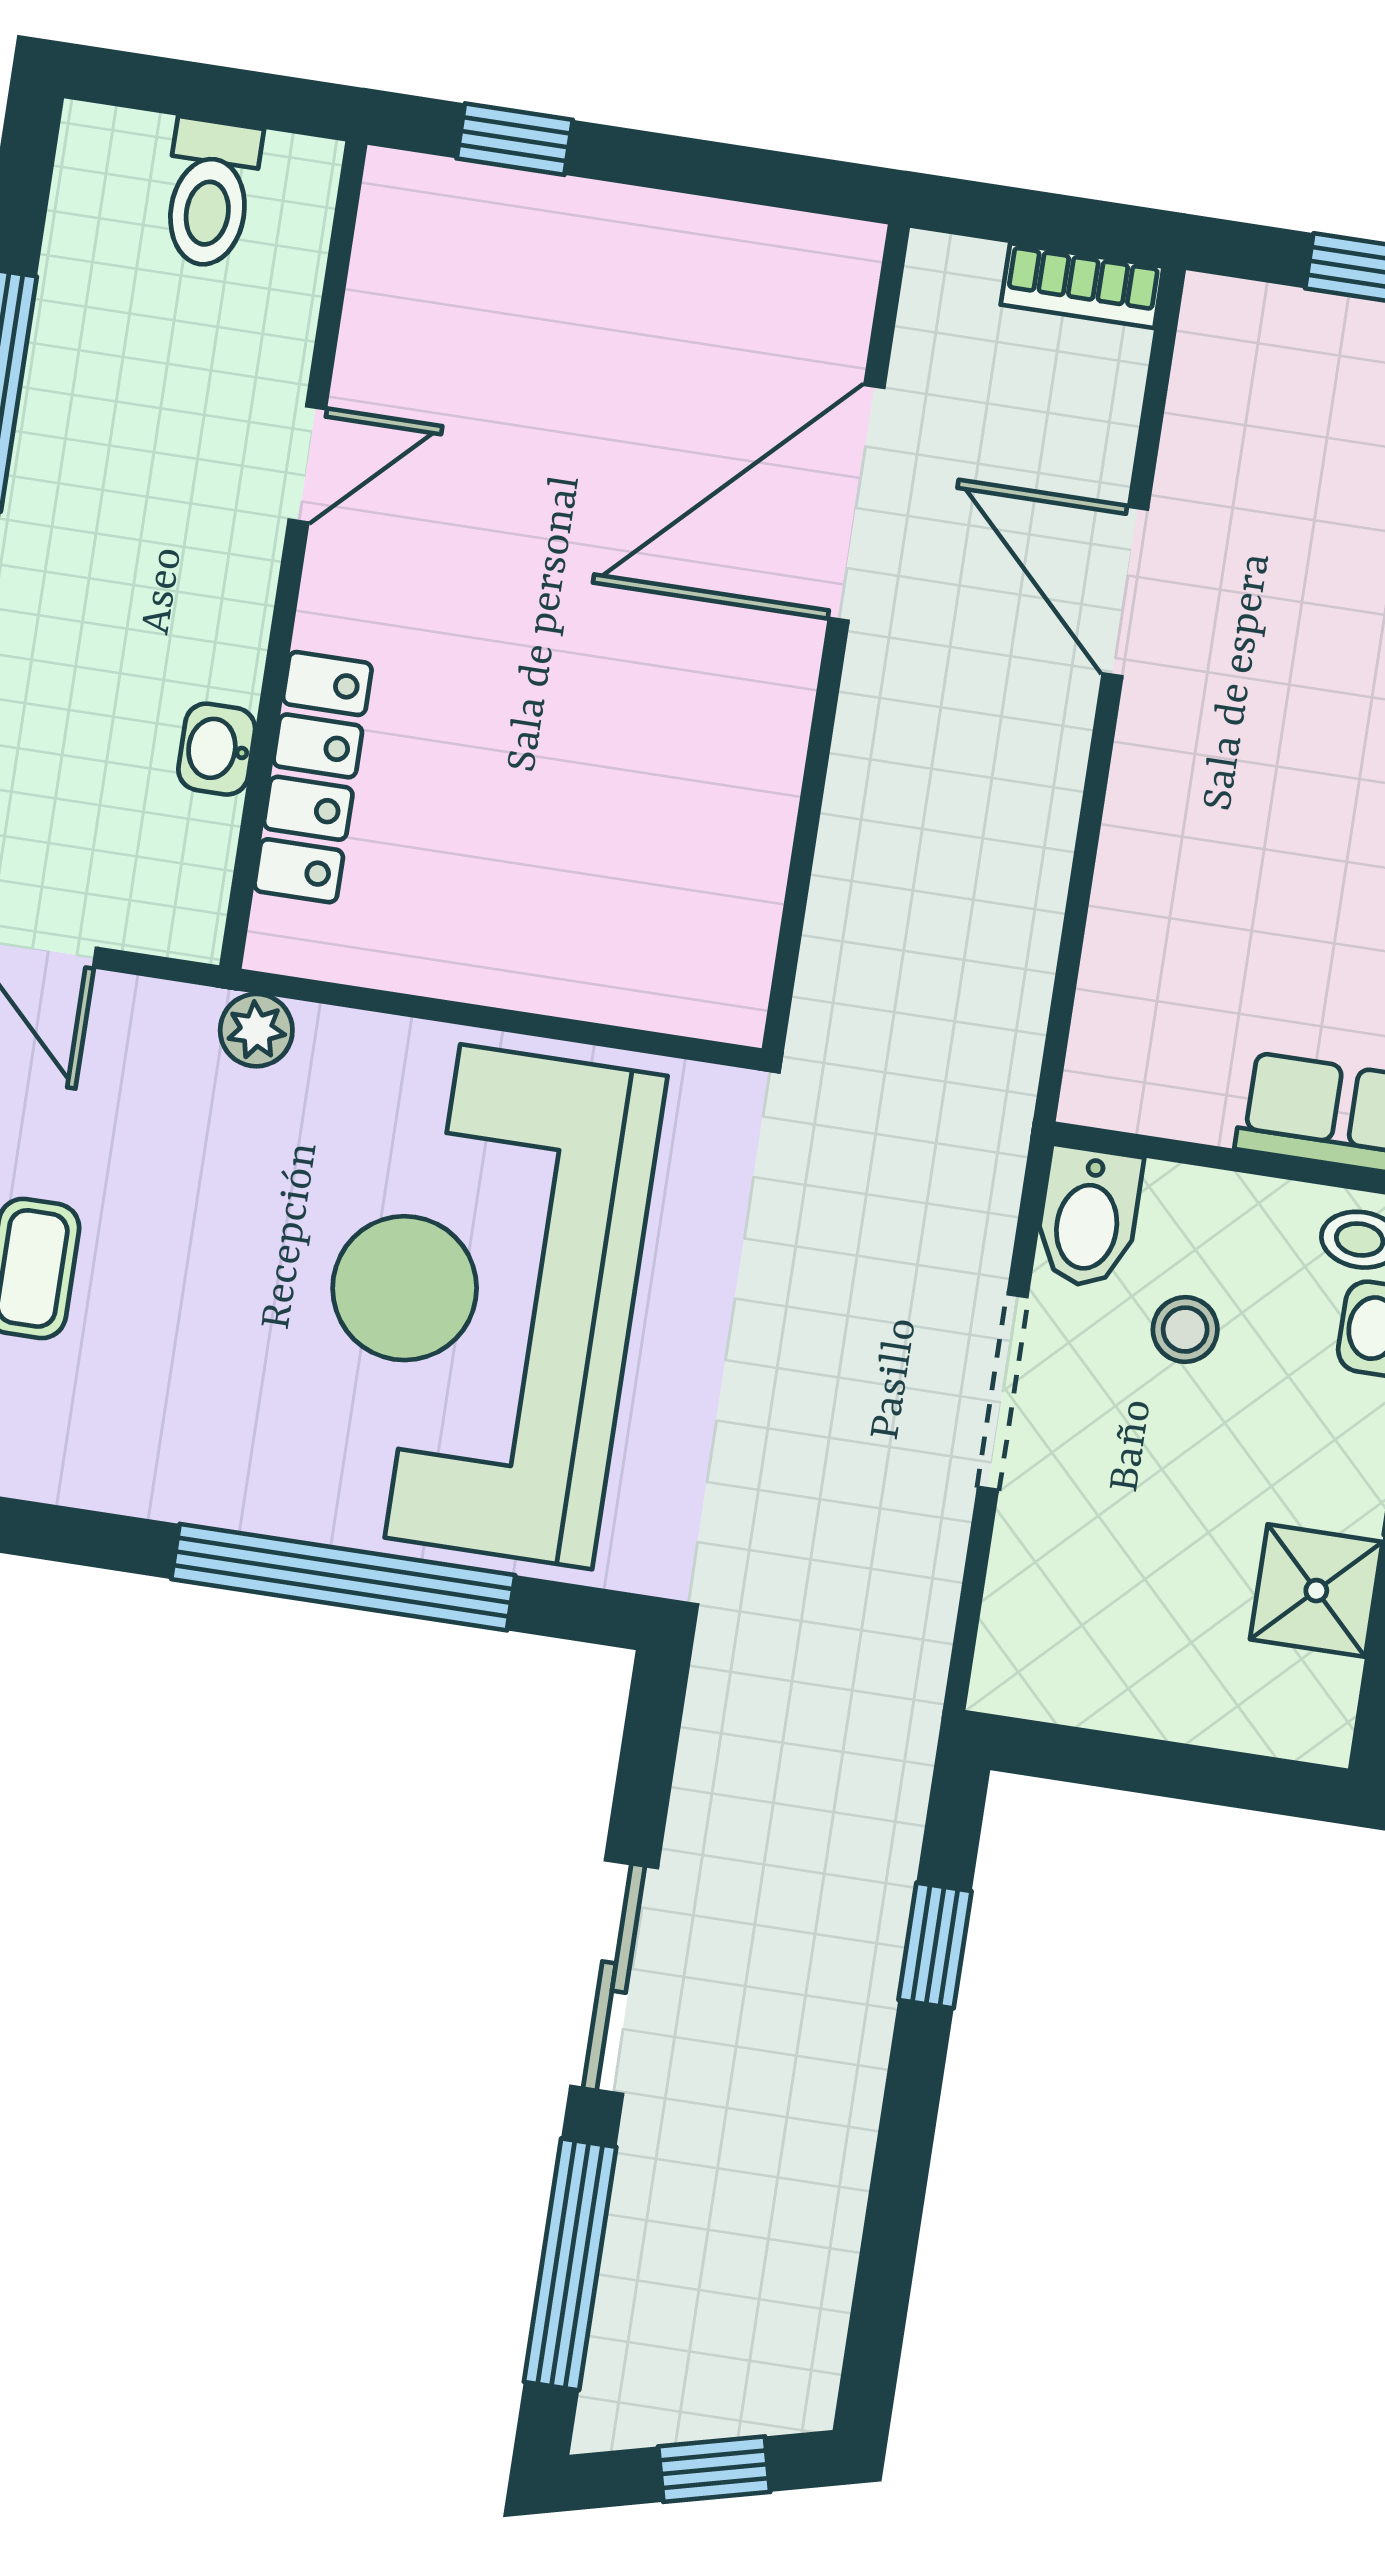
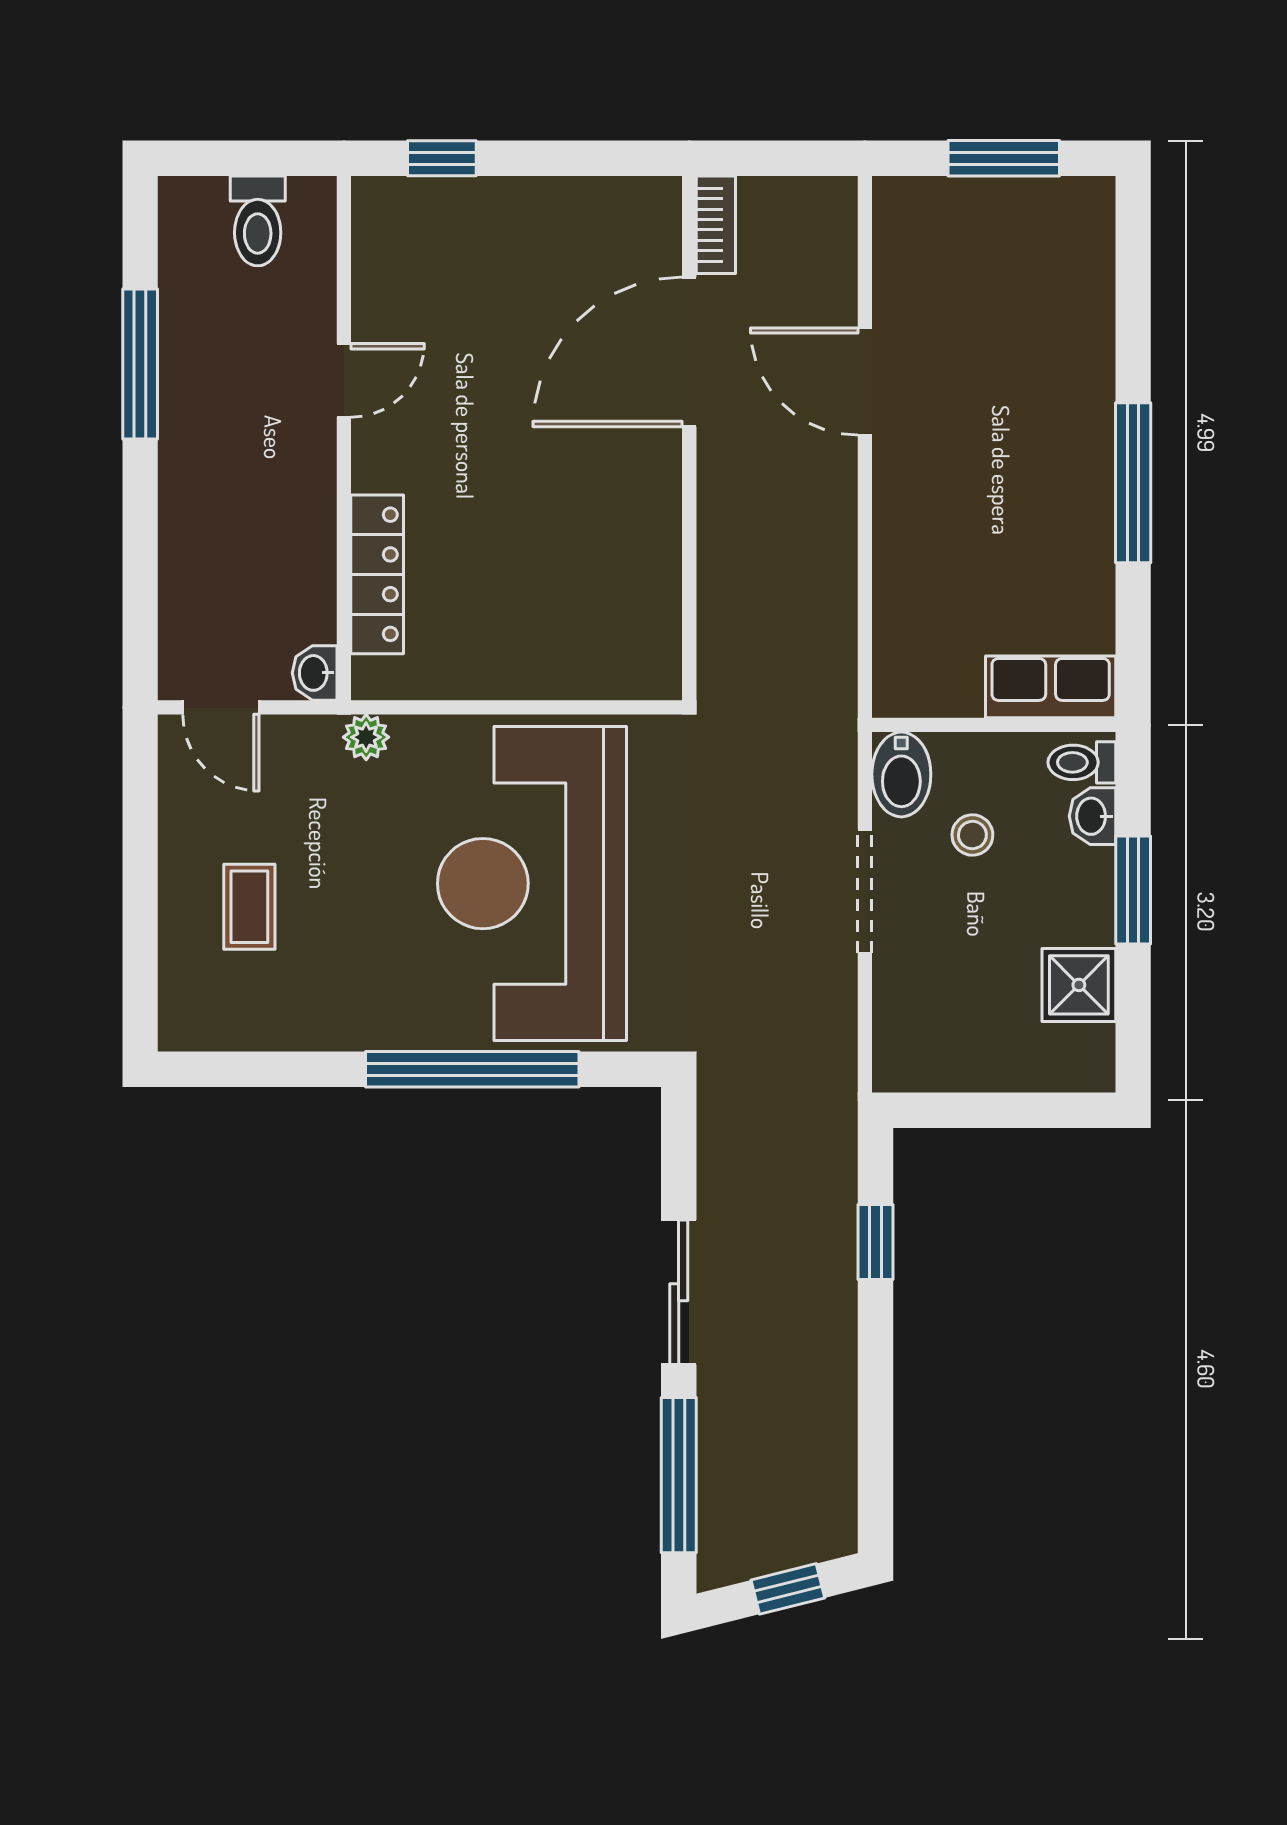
bookcase: (1082, 286) -> (716, 225), moved, turned -90
washbasin: (217, 749) -> (315, 673), moved

